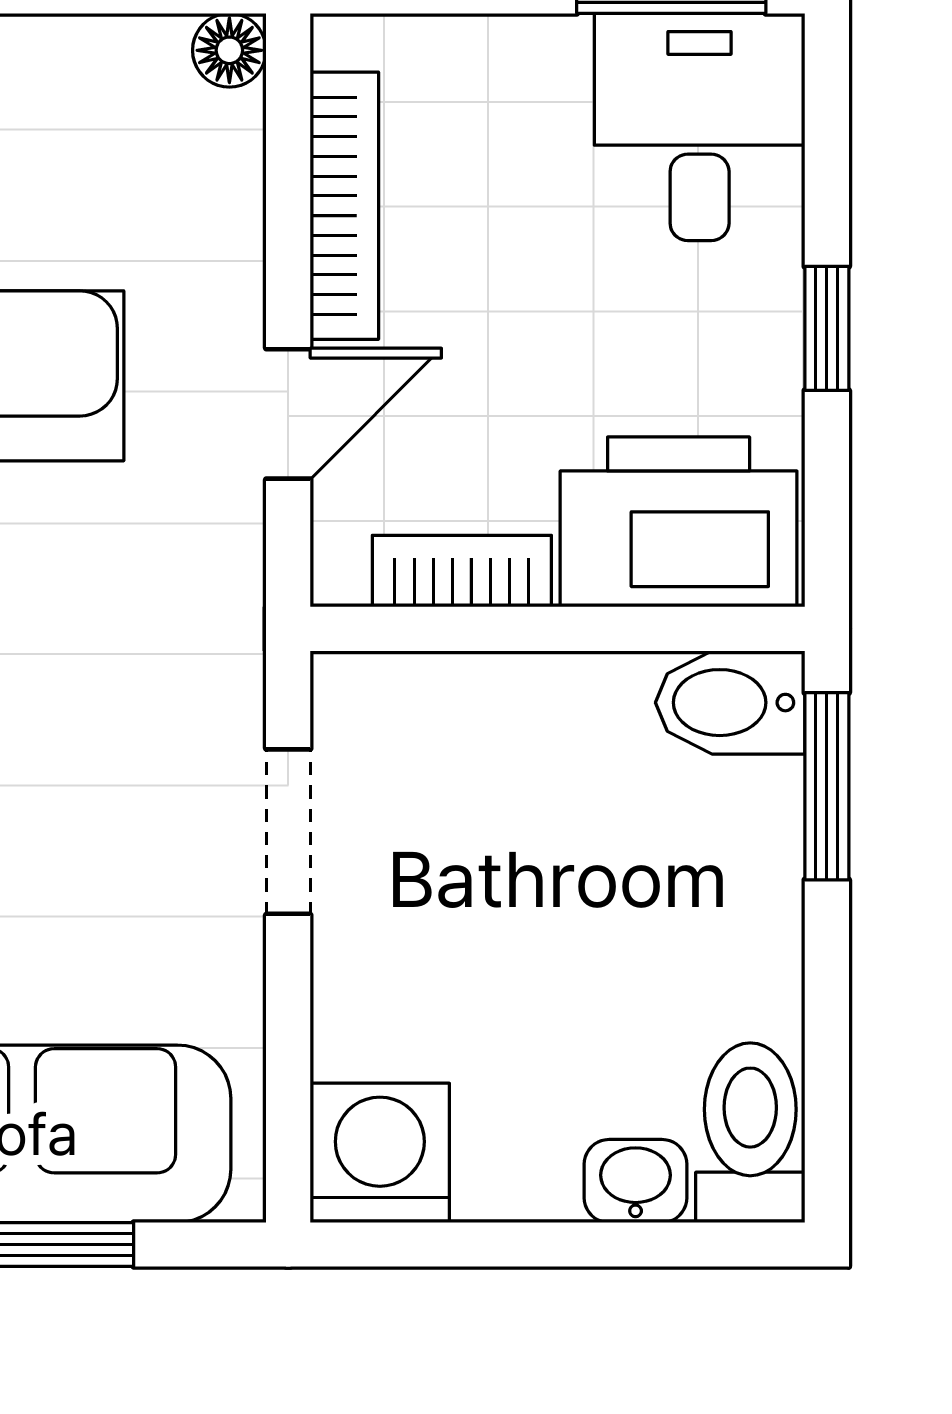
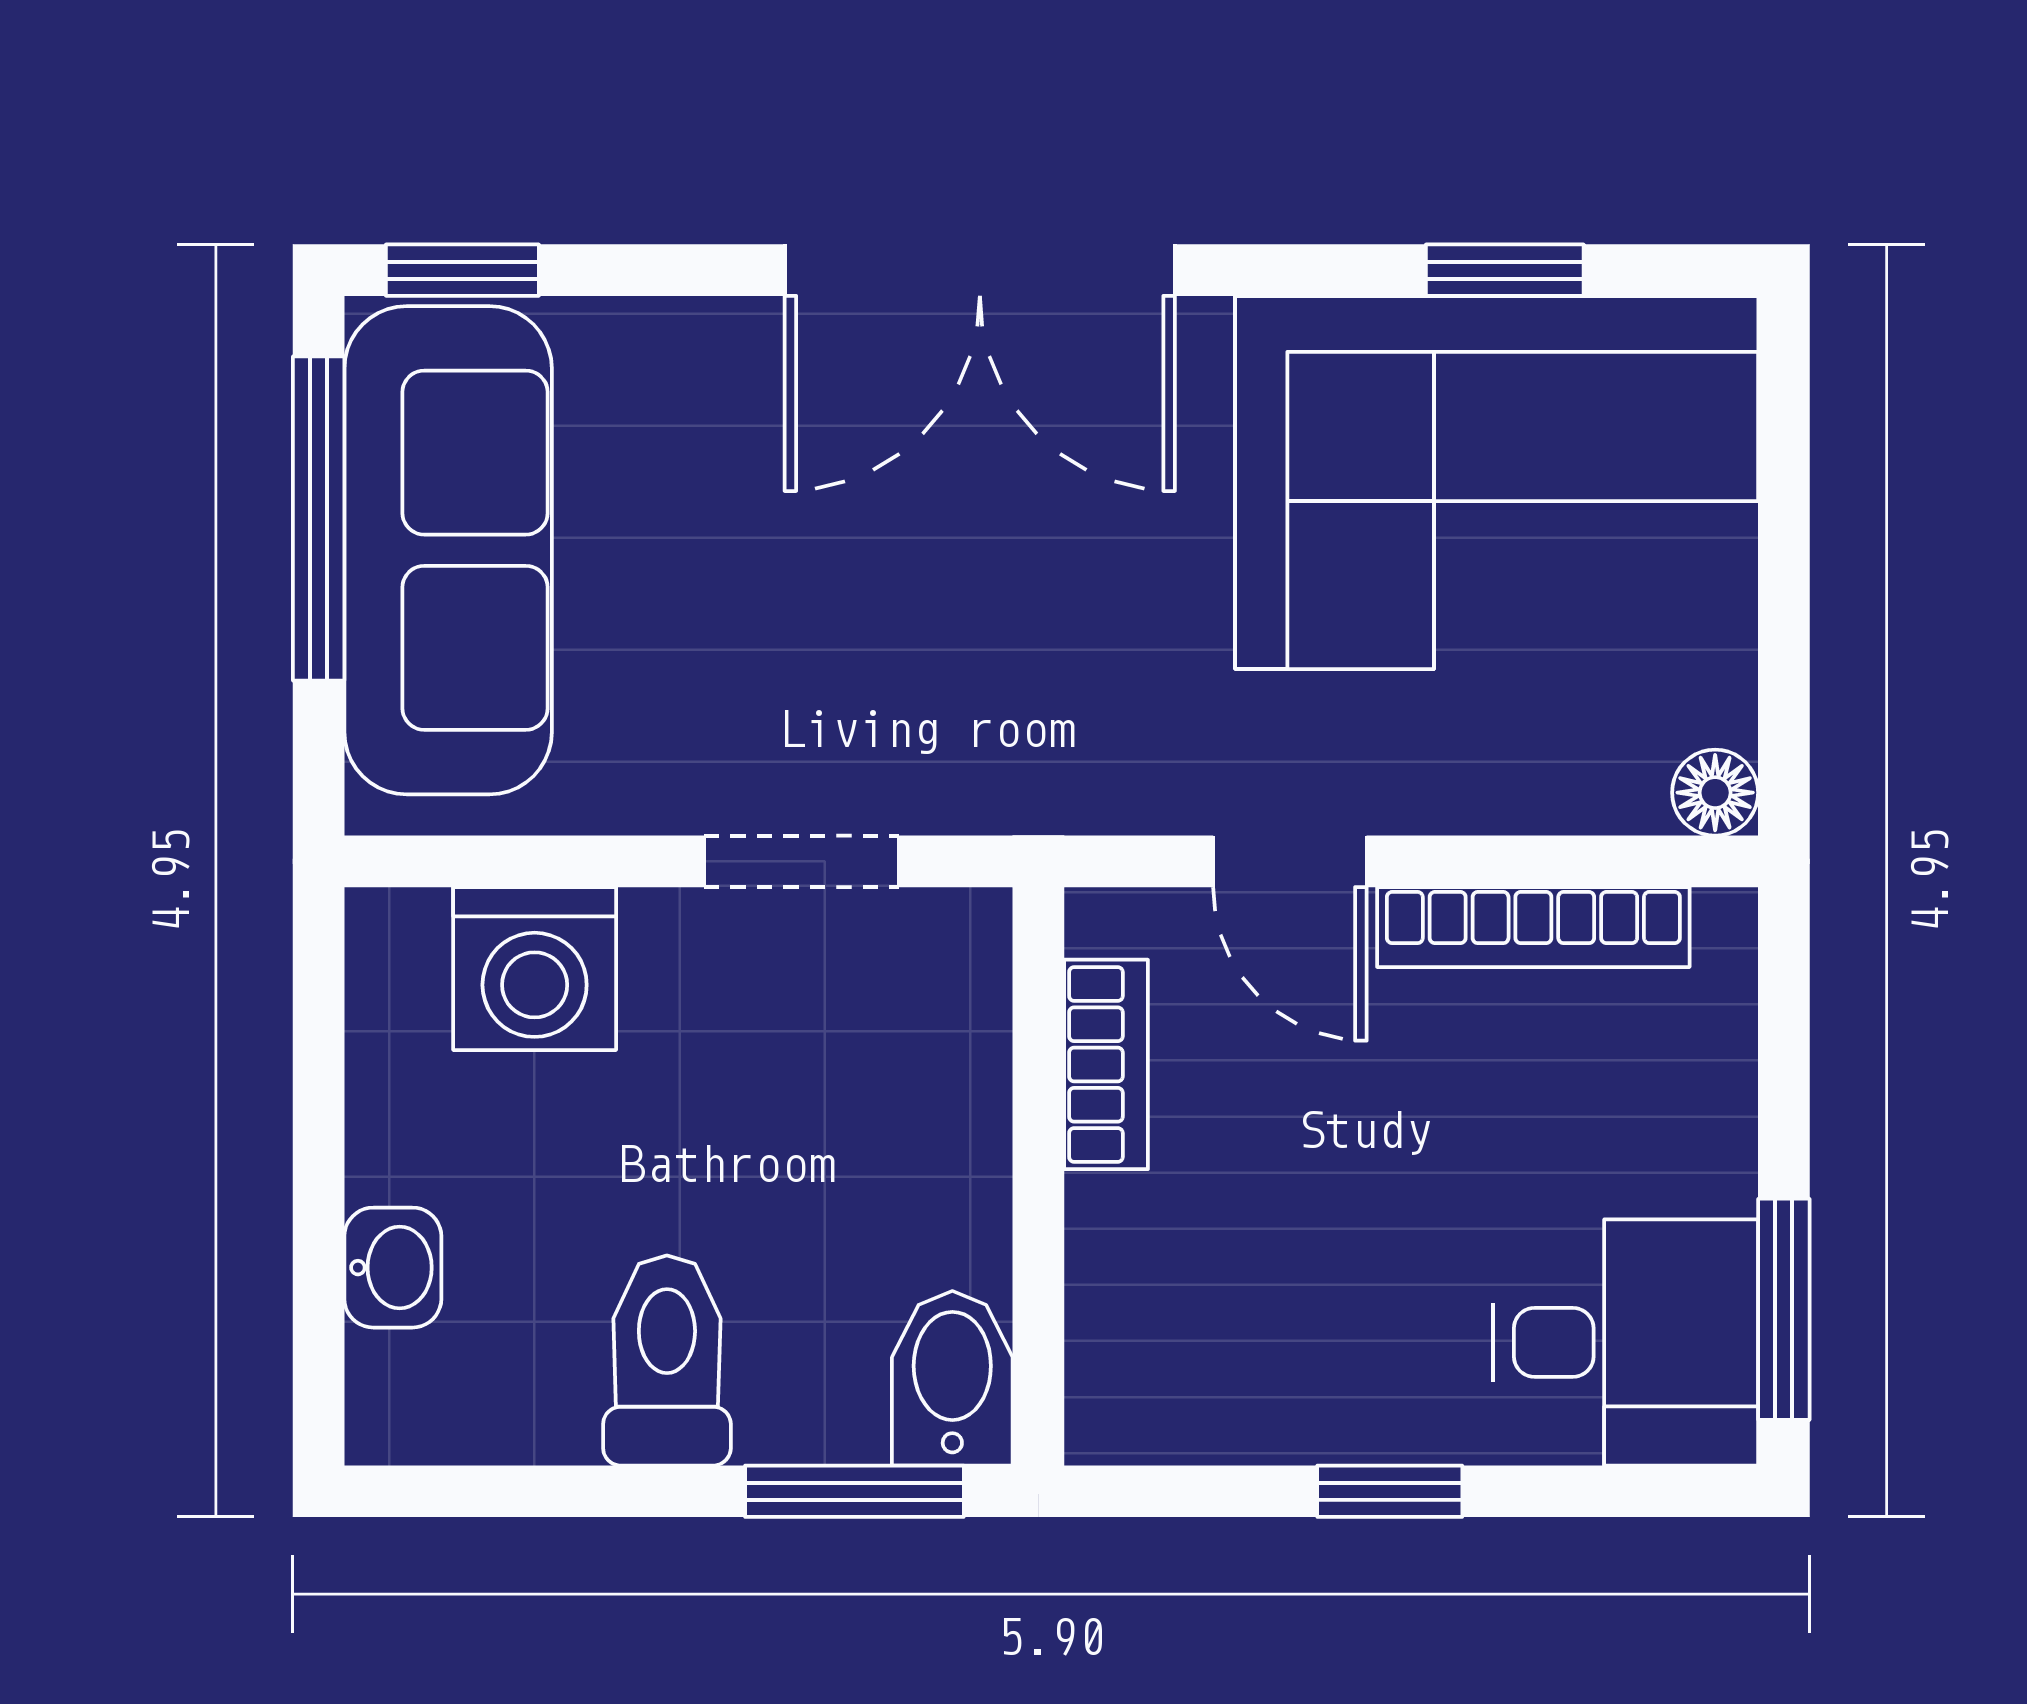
printer: (679, 522) -> (1163, 1318), removed
toilet: (750, 1133) -> (667, 1360), moved, turned -90
washing machine: (380, 1153) -> (535, 969), moved, turned 90

